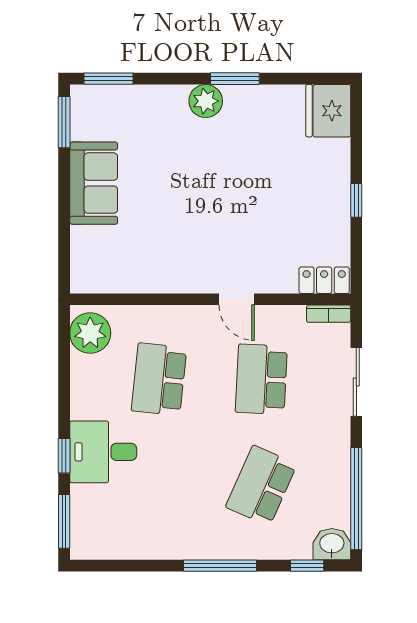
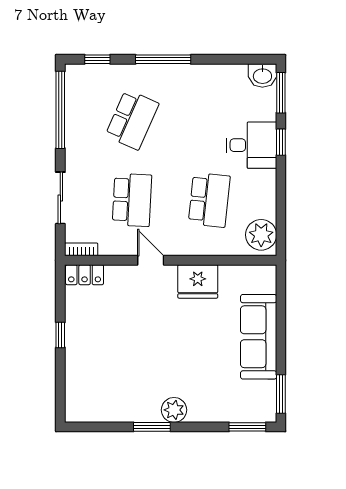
fridge: (328, 111) -> (198, 281), moved, turned 90
sofa: (94, 183) -> (259, 337), width x1.36
washbasin: (332, 544) -> (262, 75), moved

